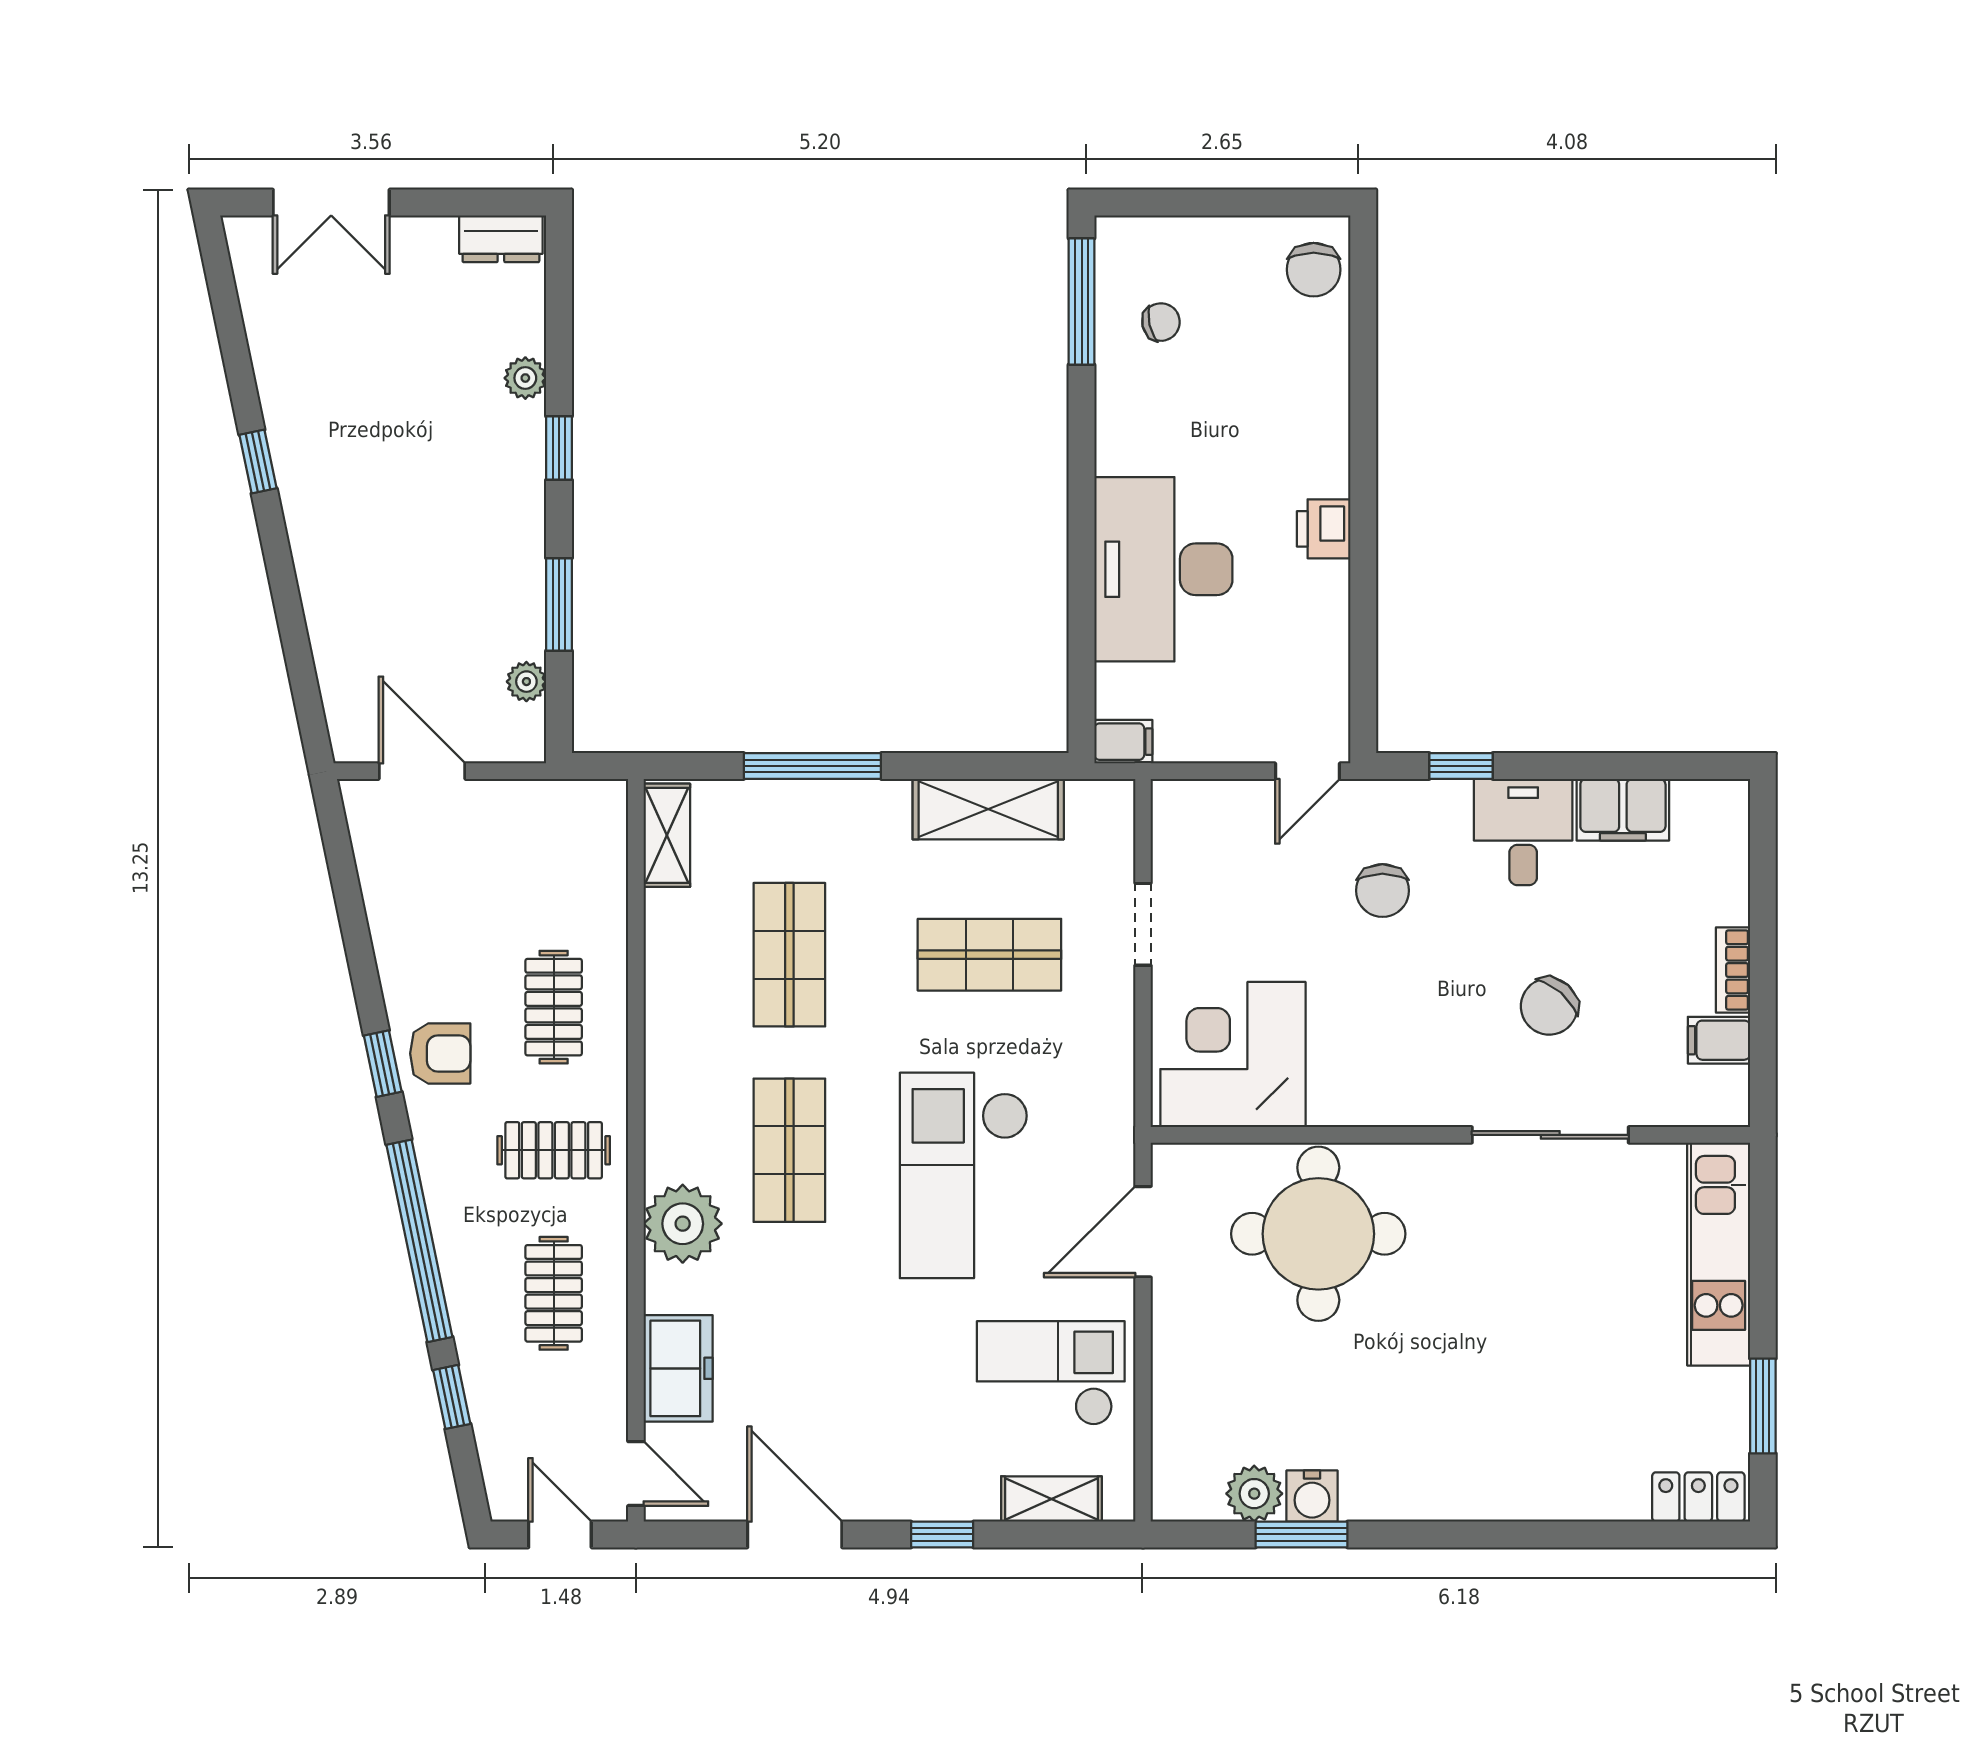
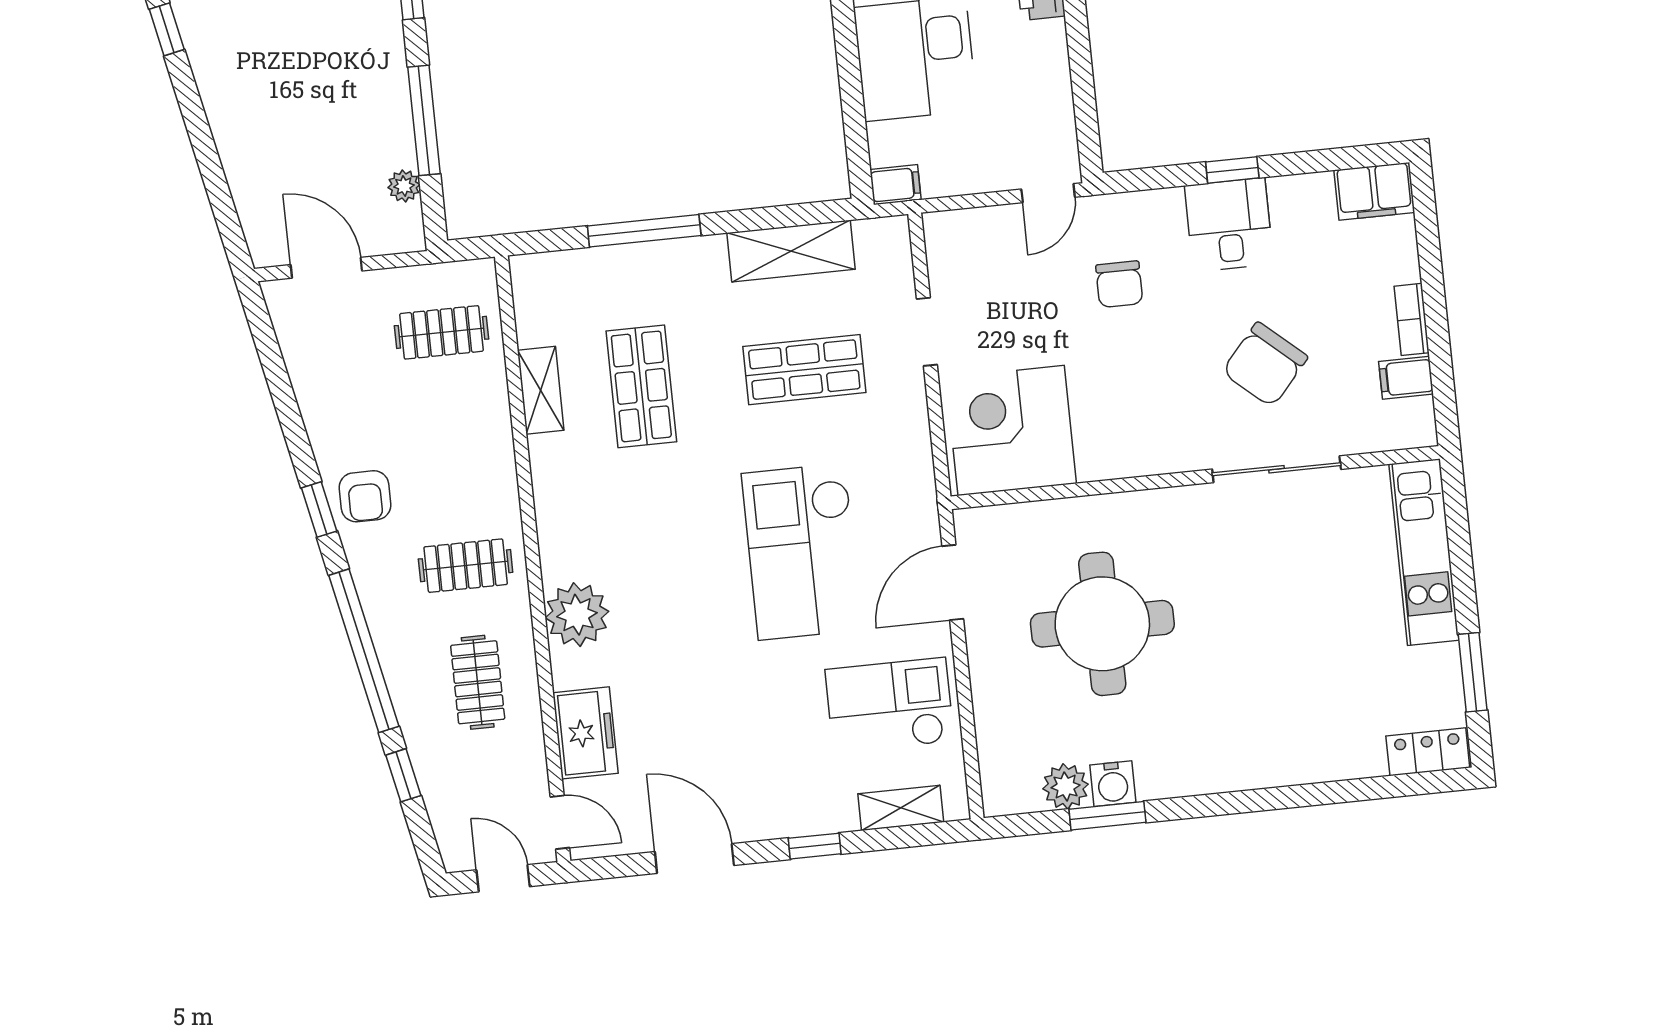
window: (559, 604) -> (424, 120), width x1.44
window: (1461, 766) -> (1232, 170), moved
filing cabinet: (1623, 810) -> (1374, 191), moved
shelving: (667, 835) -> (541, 390), moved
chair: (1549, 1006) -> (1265, 365), width x1.37, depth x1.37
clothes rail: (554, 1007) -> (442, 332), moved, turned 90
armchair: (440, 1053) -> (365, 496), turned 90
shop shelf: (789, 1150) -> (658, 546), removed
round table: (1318, 1234) -> (1102, 624), moved

